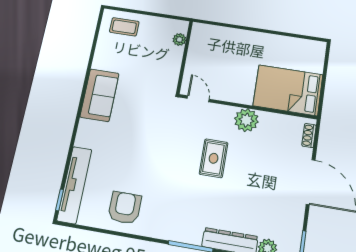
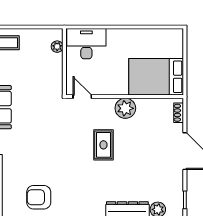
desk: (213, 42) -> (86, 44), added
armchair: (125, 208) -> (39, 197), turned -90

